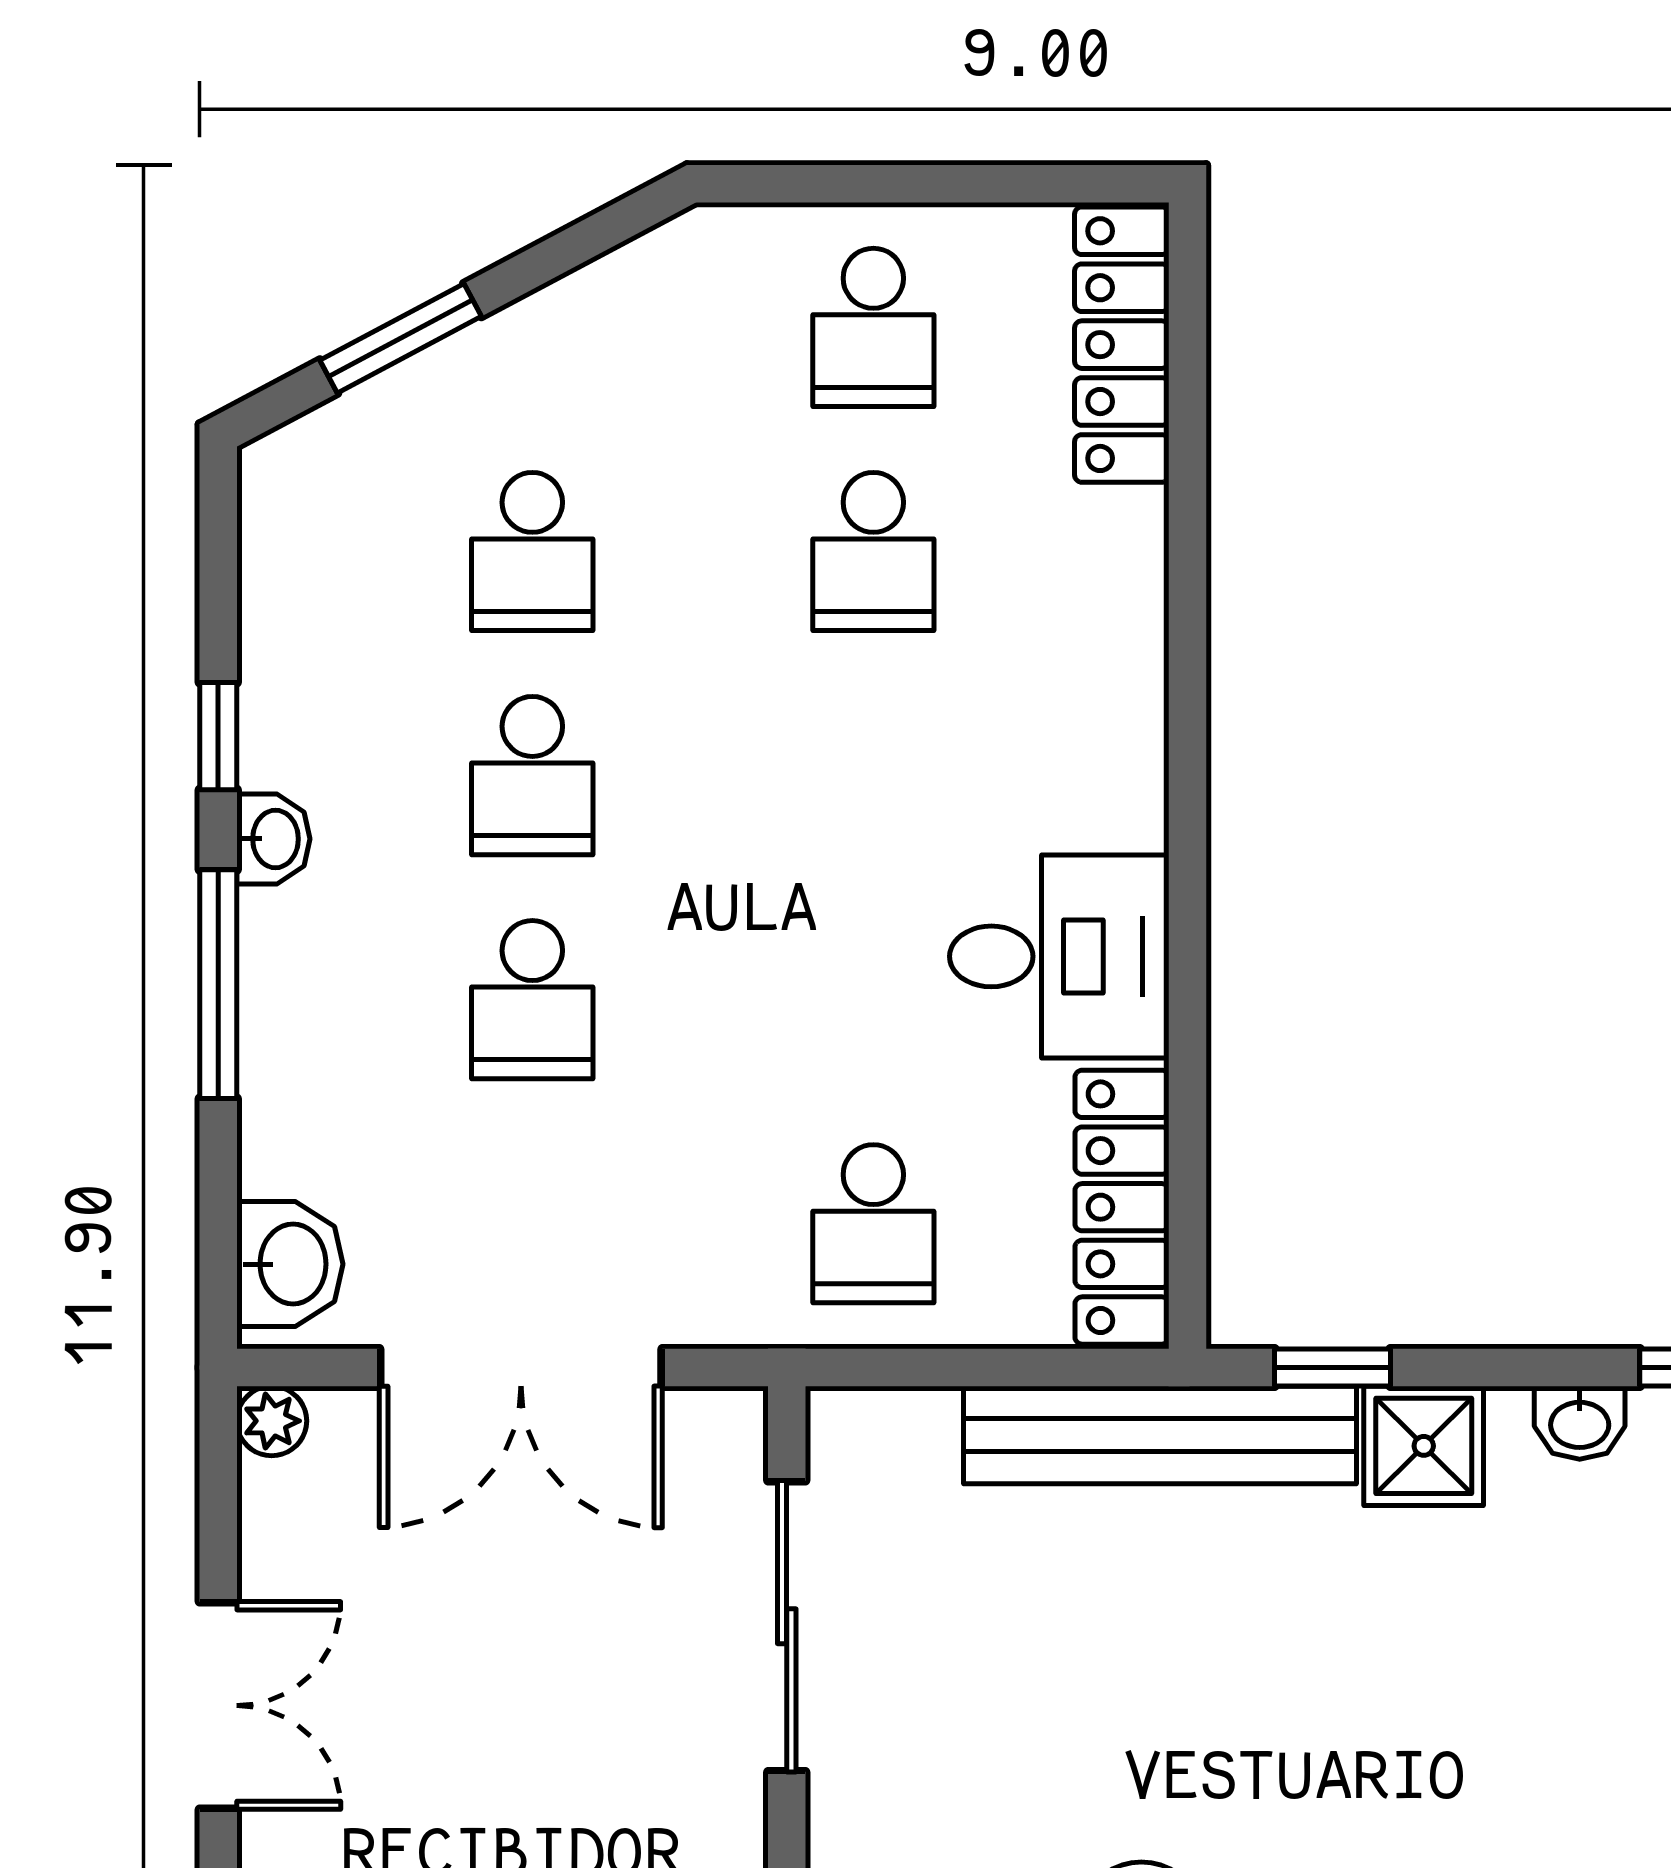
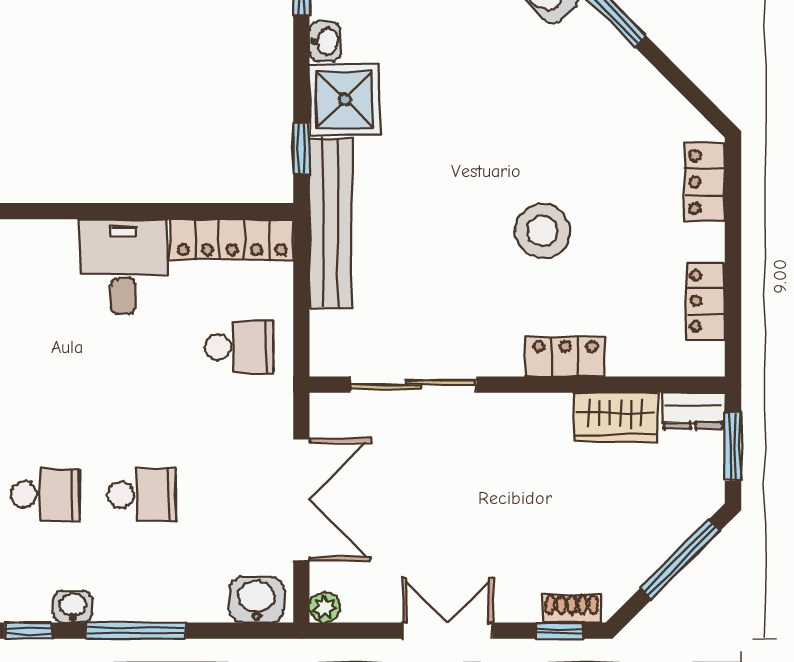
shower: (1424, 1446) -> (345, 100), width x1.36, depth x1.36

